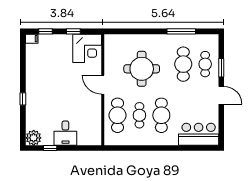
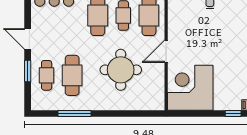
window: (73, 31) -> (201, 114), removed
corner desk: (87, 48) -> (190, 88), width x1.36, depth x1.36
door: (103, 85) -> (166, 51), swing flipped

